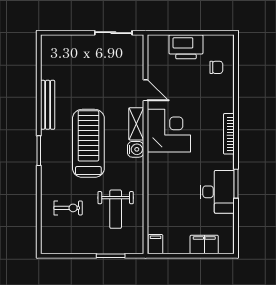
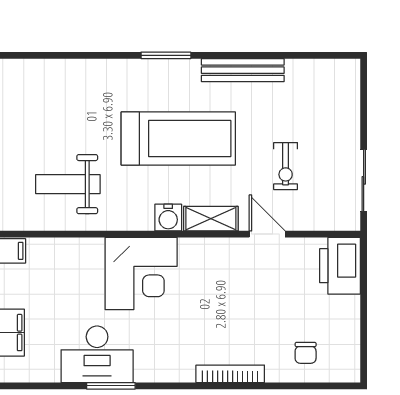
printer: (186, 47) -> (340, 266), moved
door: (145, 90) -> (267, 234), swing flipped
corner desk: (169, 131) -> (141, 273), moved
bookcase: (229, 134) -> (230, 374), moved
exercise bike: (68, 208) -> (286, 166), moved

